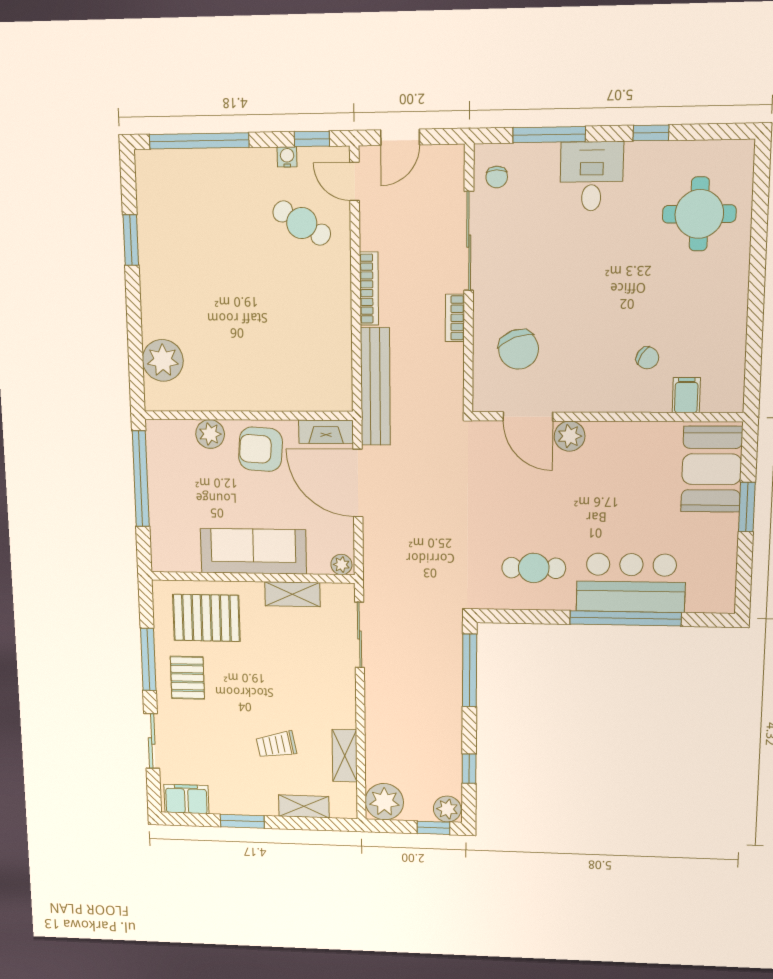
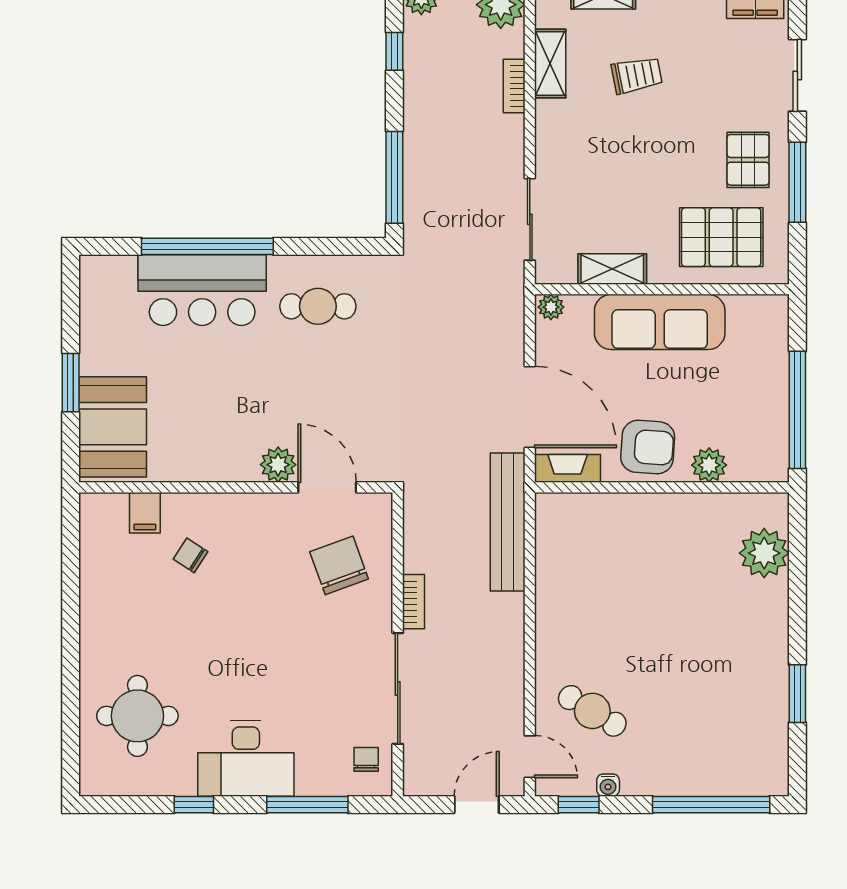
desk: (592, 176) -> (246, 759), width x1.37
bookcase: (369, 289) -> (514, 86), moved, width x0.64

